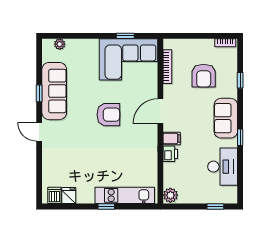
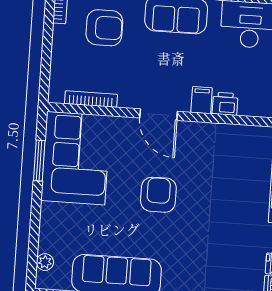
window: (125, 36) -> (39, 161), width x1.50
armchair: (204, 76) -> (104, 28), moved

